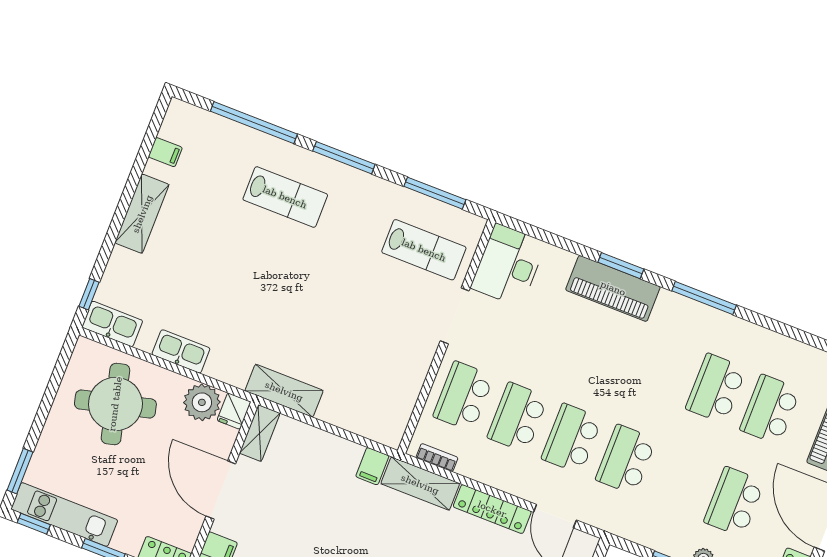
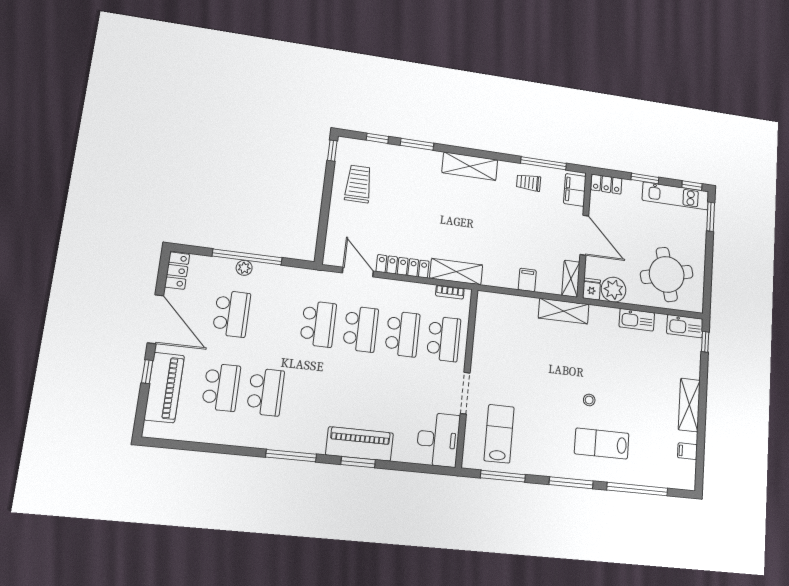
lab bench: (424, 250) -> (499, 434), turned 90
stool: (285, 260) -> (589, 400), added
filing cabinet: (372, 466) -> (527, 280), moved

